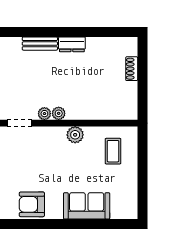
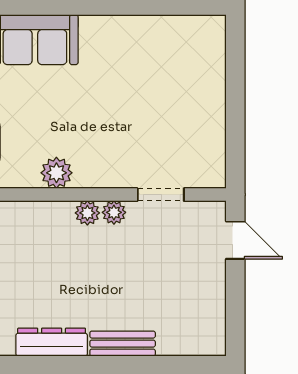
dresser: (72, 44) -> (52, 342), width x1.44
armchair: (32, 204) -> (138, 43), removed

